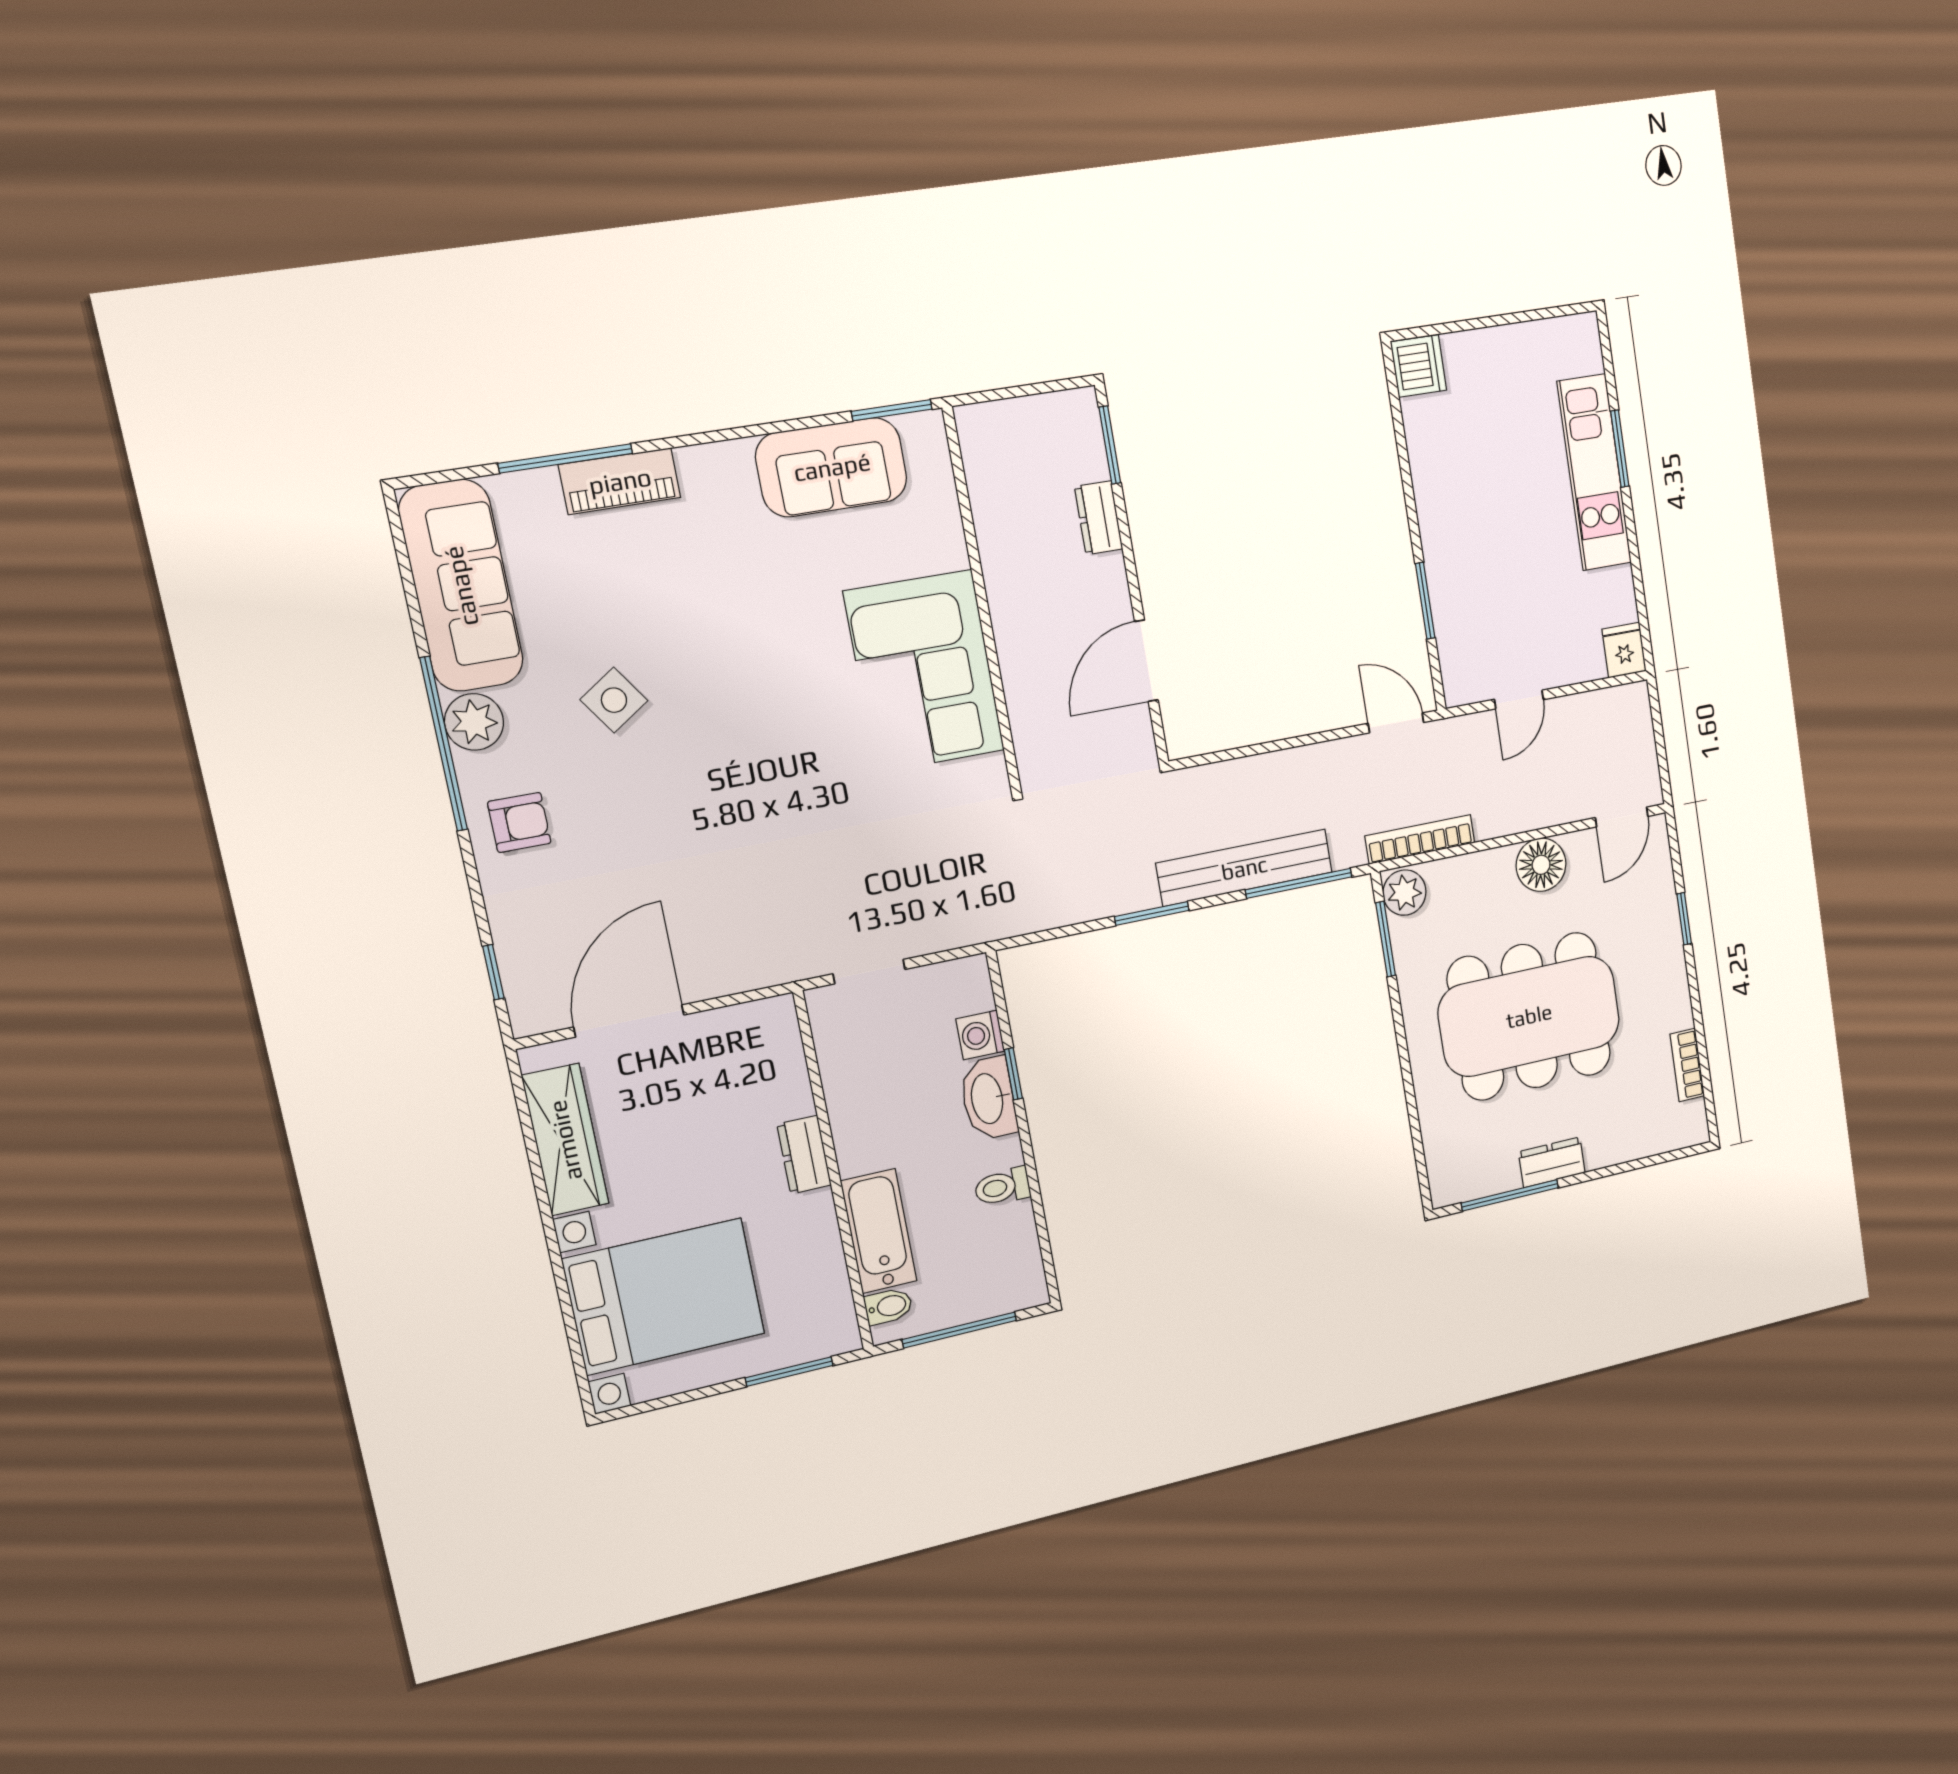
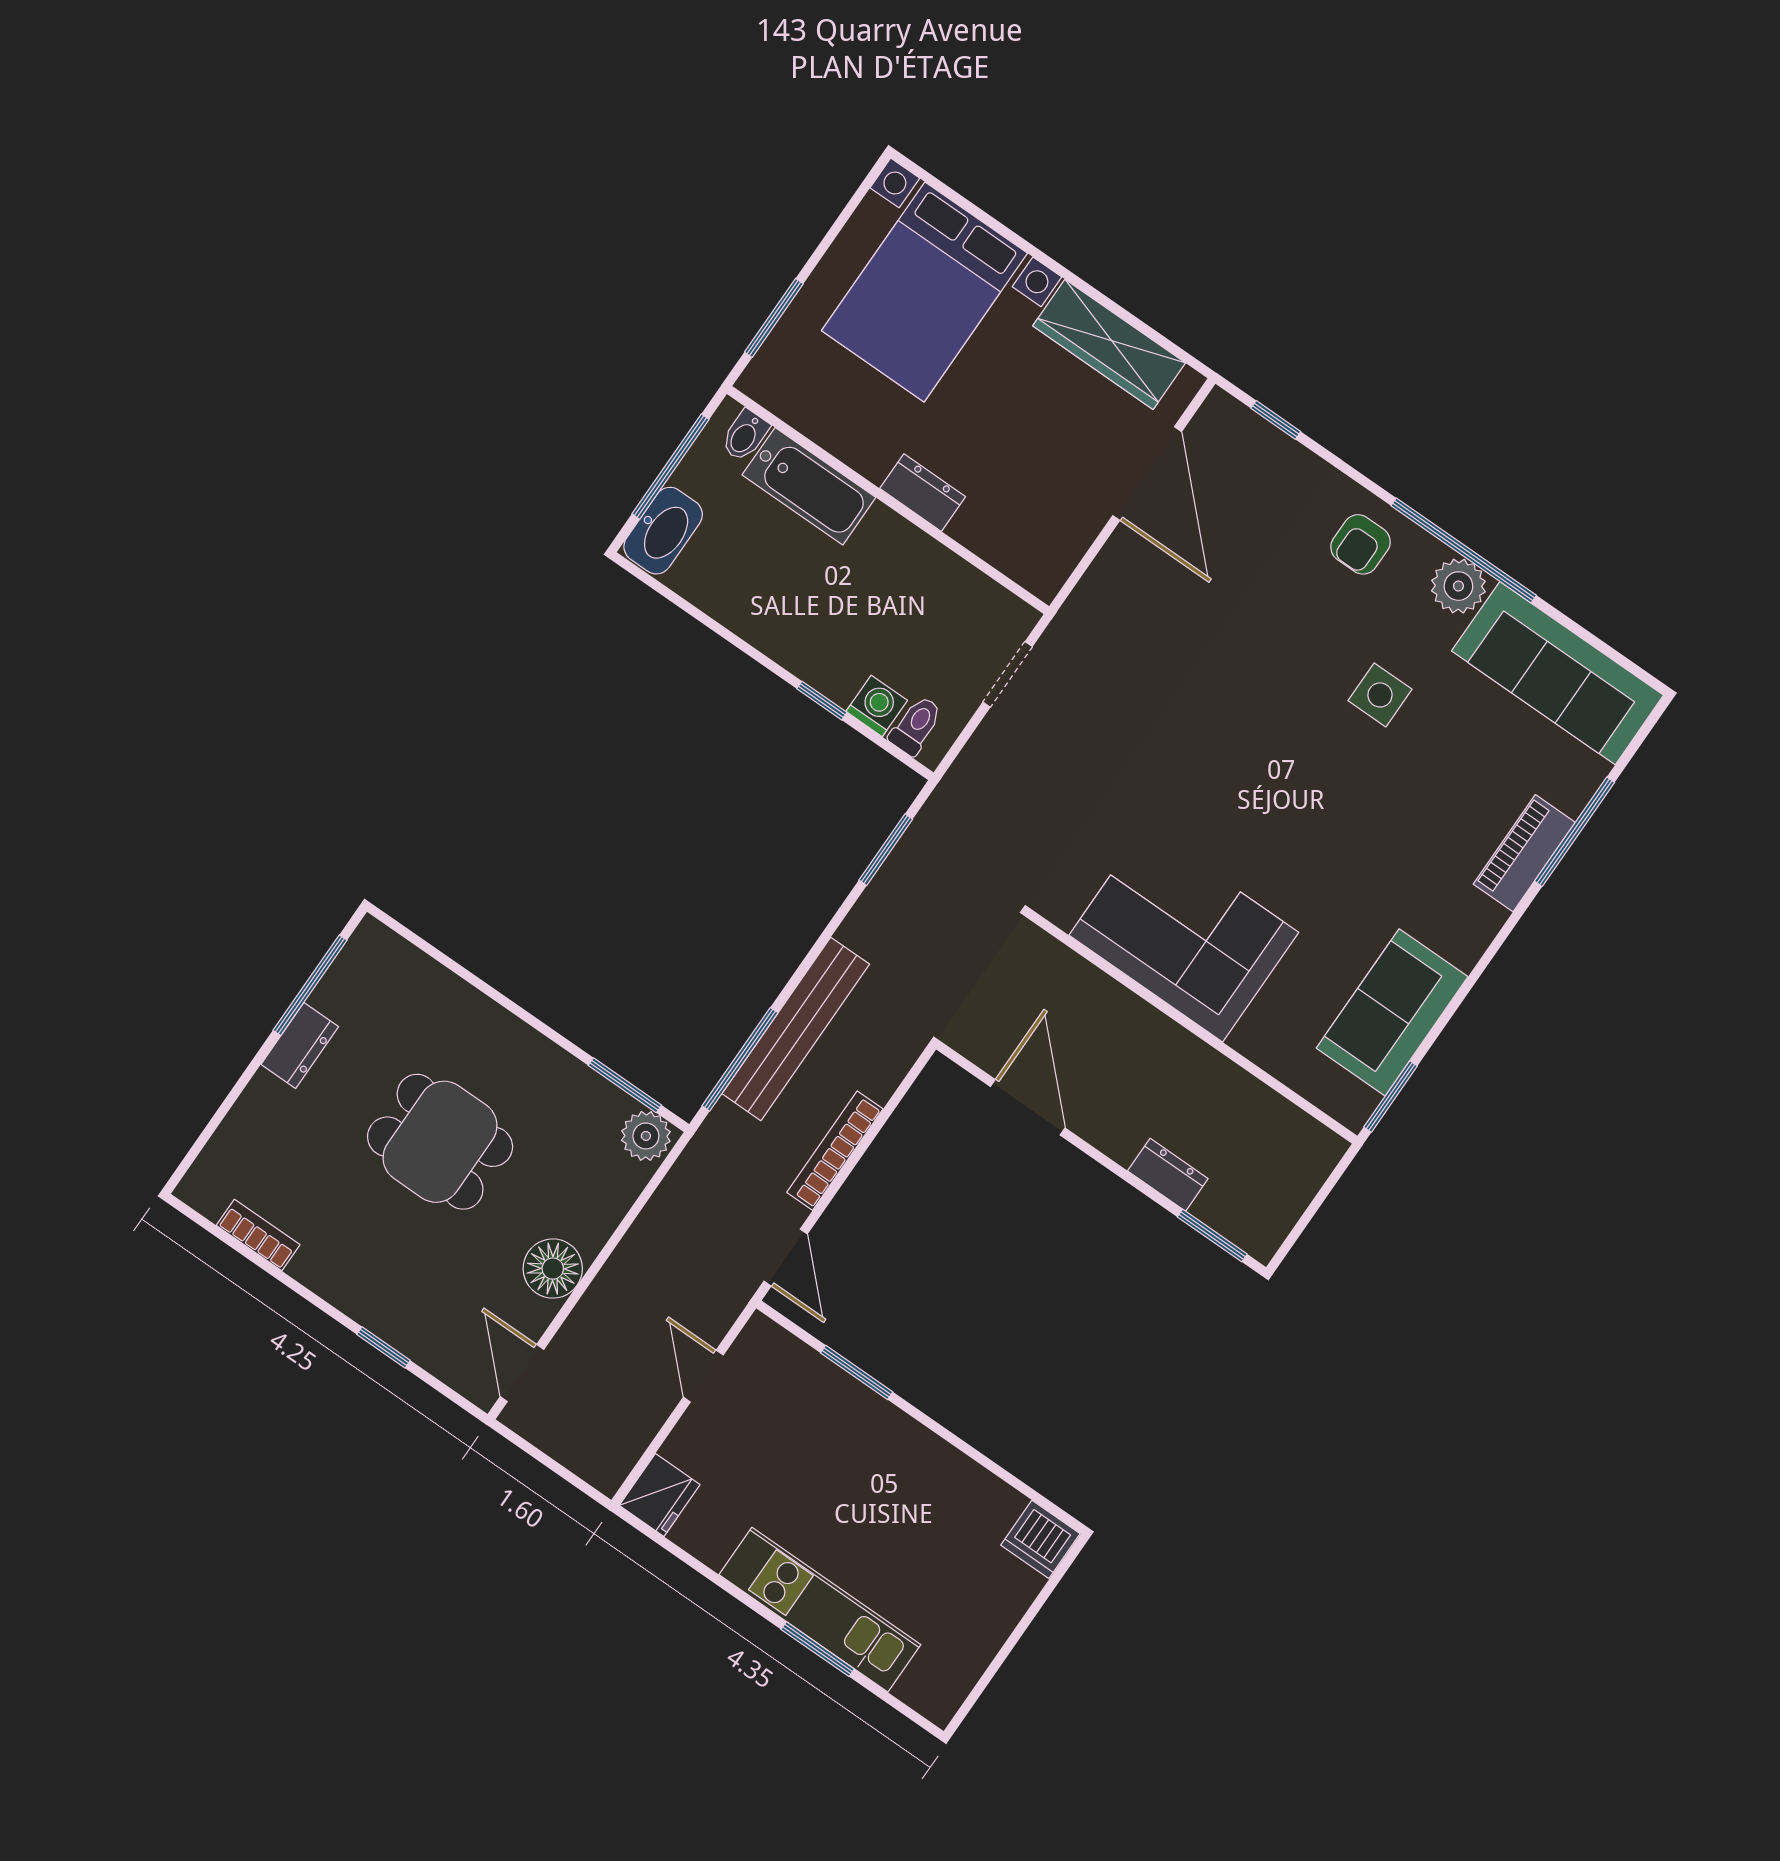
fridge: (1624, 650) -> (660, 1495), width x1.38
side table: (614, 700) -> (1380, 695), turned 34
door: (1396, 723) -> (786, 1258), hinge flipped
bookcase: (1420, 839) -> (835, 1151), moved, turned 180
window: (1152, 914) -> (886, 850), moved
dining table: (1529, 1016) -> (440, 1142), width x0.53, depth x0.80
washbasin: (988, 1098) -> (663, 531), moved, turned 90
toilet: (1002, 1187) -> (916, 726), moved

